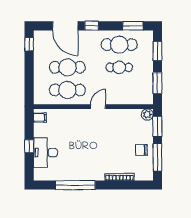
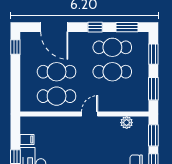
window: (92, 26) -> (95, 27), moved
cafe table: (119, 67) -> (112, 72), width x1.37, depth x1.35
plant: (147, 114) -> (127, 123), moved
filing cabinet: (40, 118) -> (27, 140), moved

